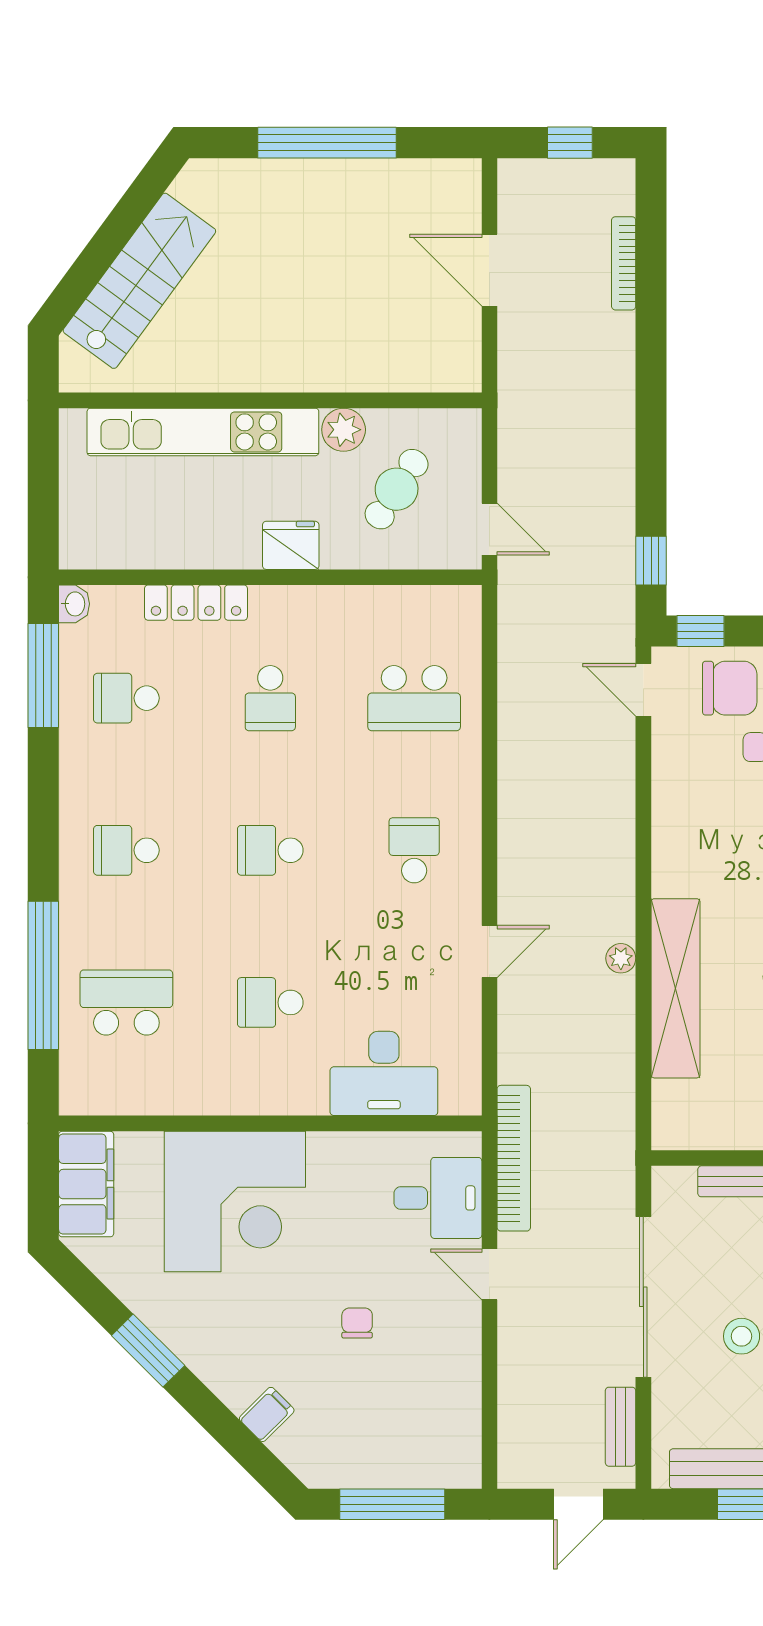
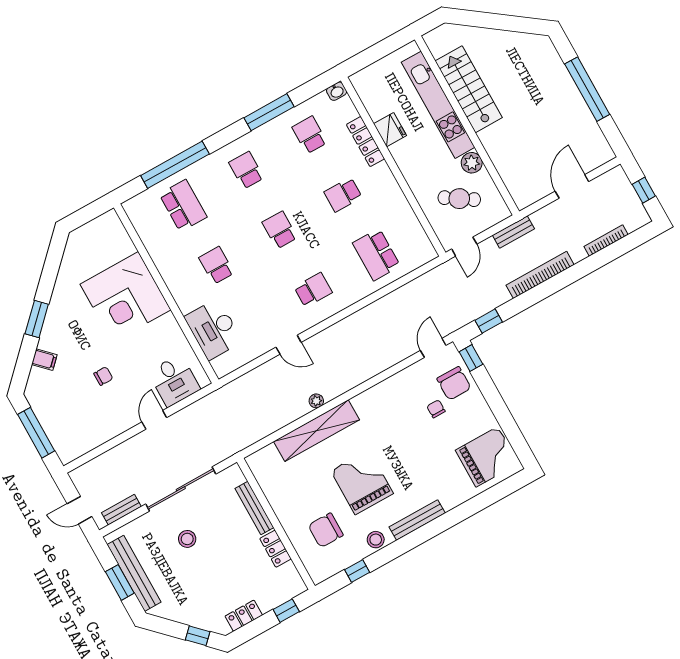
stairs: (139, 281) -> (469, 89), moved, turned -126
bench: (513, 424) -> (513, 232), added
fridge: (291, 545) -> (390, 130), moved
window: (43, 676) -> (269, 112), moved
bookcase: (514, 1158) -> (540, 275), moved, turned 180
filing cabinet: (86, 1184) -> (98, 231), removed
window: (148, 1350) -> (37, 319), moved

